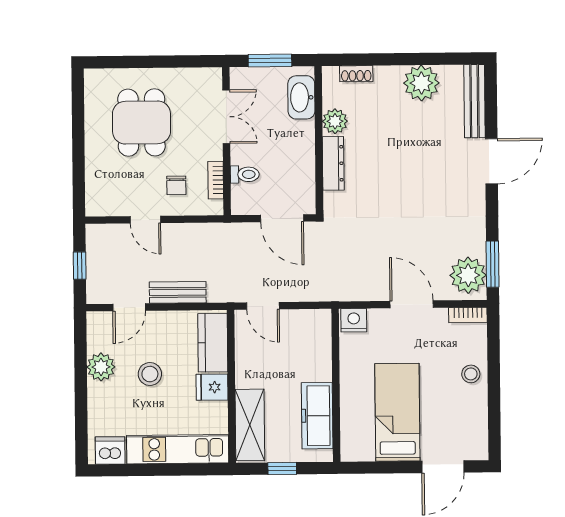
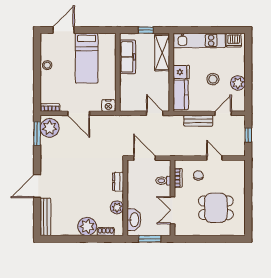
plant: (421, 83) -> (87, 226), moved
dining table: (141, 123) -> (216, 208), turned 90
dresser: (333, 163) -> (118, 182), width x0.70
stool: (471, 374) -> (47, 65), moved

